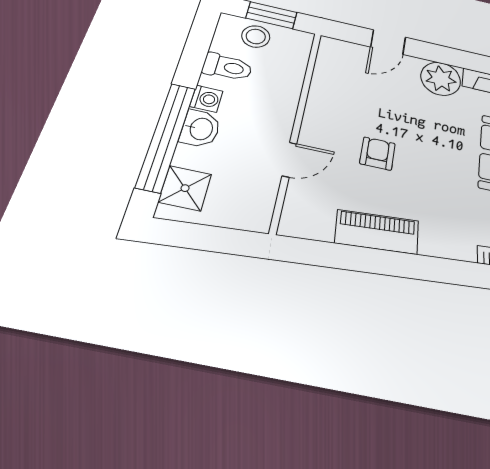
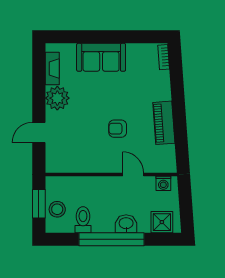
door: (388, 42) -> (39, 132), swing flipped
washing machine: (206, 99) -> (163, 183), moved, turned 180
window: (166, 136) -> (111, 239), moved

